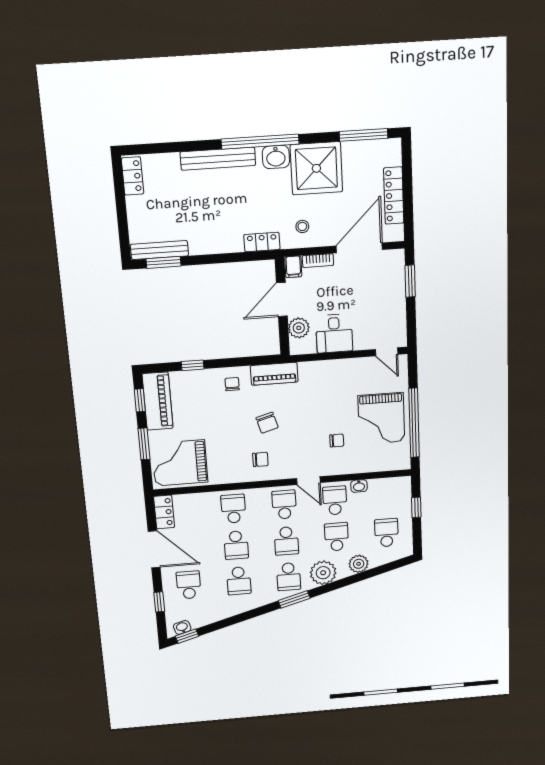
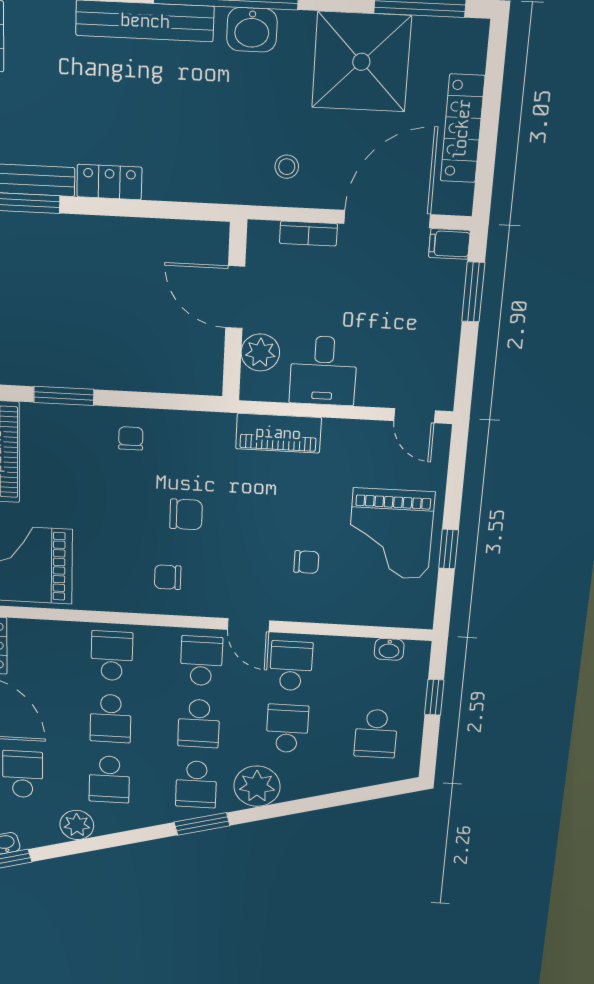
shower: (316, 168) -> (361, 62), moved
locker: (262, 242) -> (109, 182), moved
filing cabinet: (293, 267) -> (449, 244), moved, turned 90
door: (282, 300) -> (235, 297), hinge flipped
window: (193, 365) -> (64, 396), width x1.50
piano: (274, 374) -> (278, 433), moved
chair: (267, 423) -> (186, 514), turned -74
window: (414, 423) -> (449, 549), width x0.32
chair: (260, 459) -> (168, 577), turned 180
washbasin: (359, 486) -> (389, 649), moved
school desk: (386, 533) -> (376, 734), turned 180
plant: (359, 564) -> (77, 825), moved

